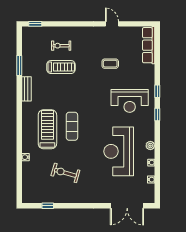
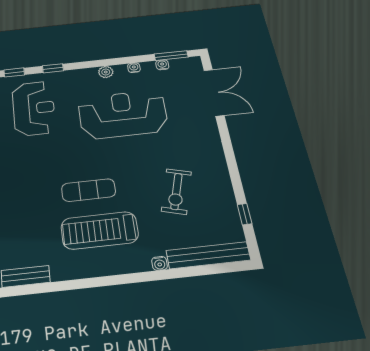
reception desk: (119, 151) -> (123, 114), turned 180
bench: (27, 182) -> (208, 255), added
window: (157, 186) -> (171, 56), added

